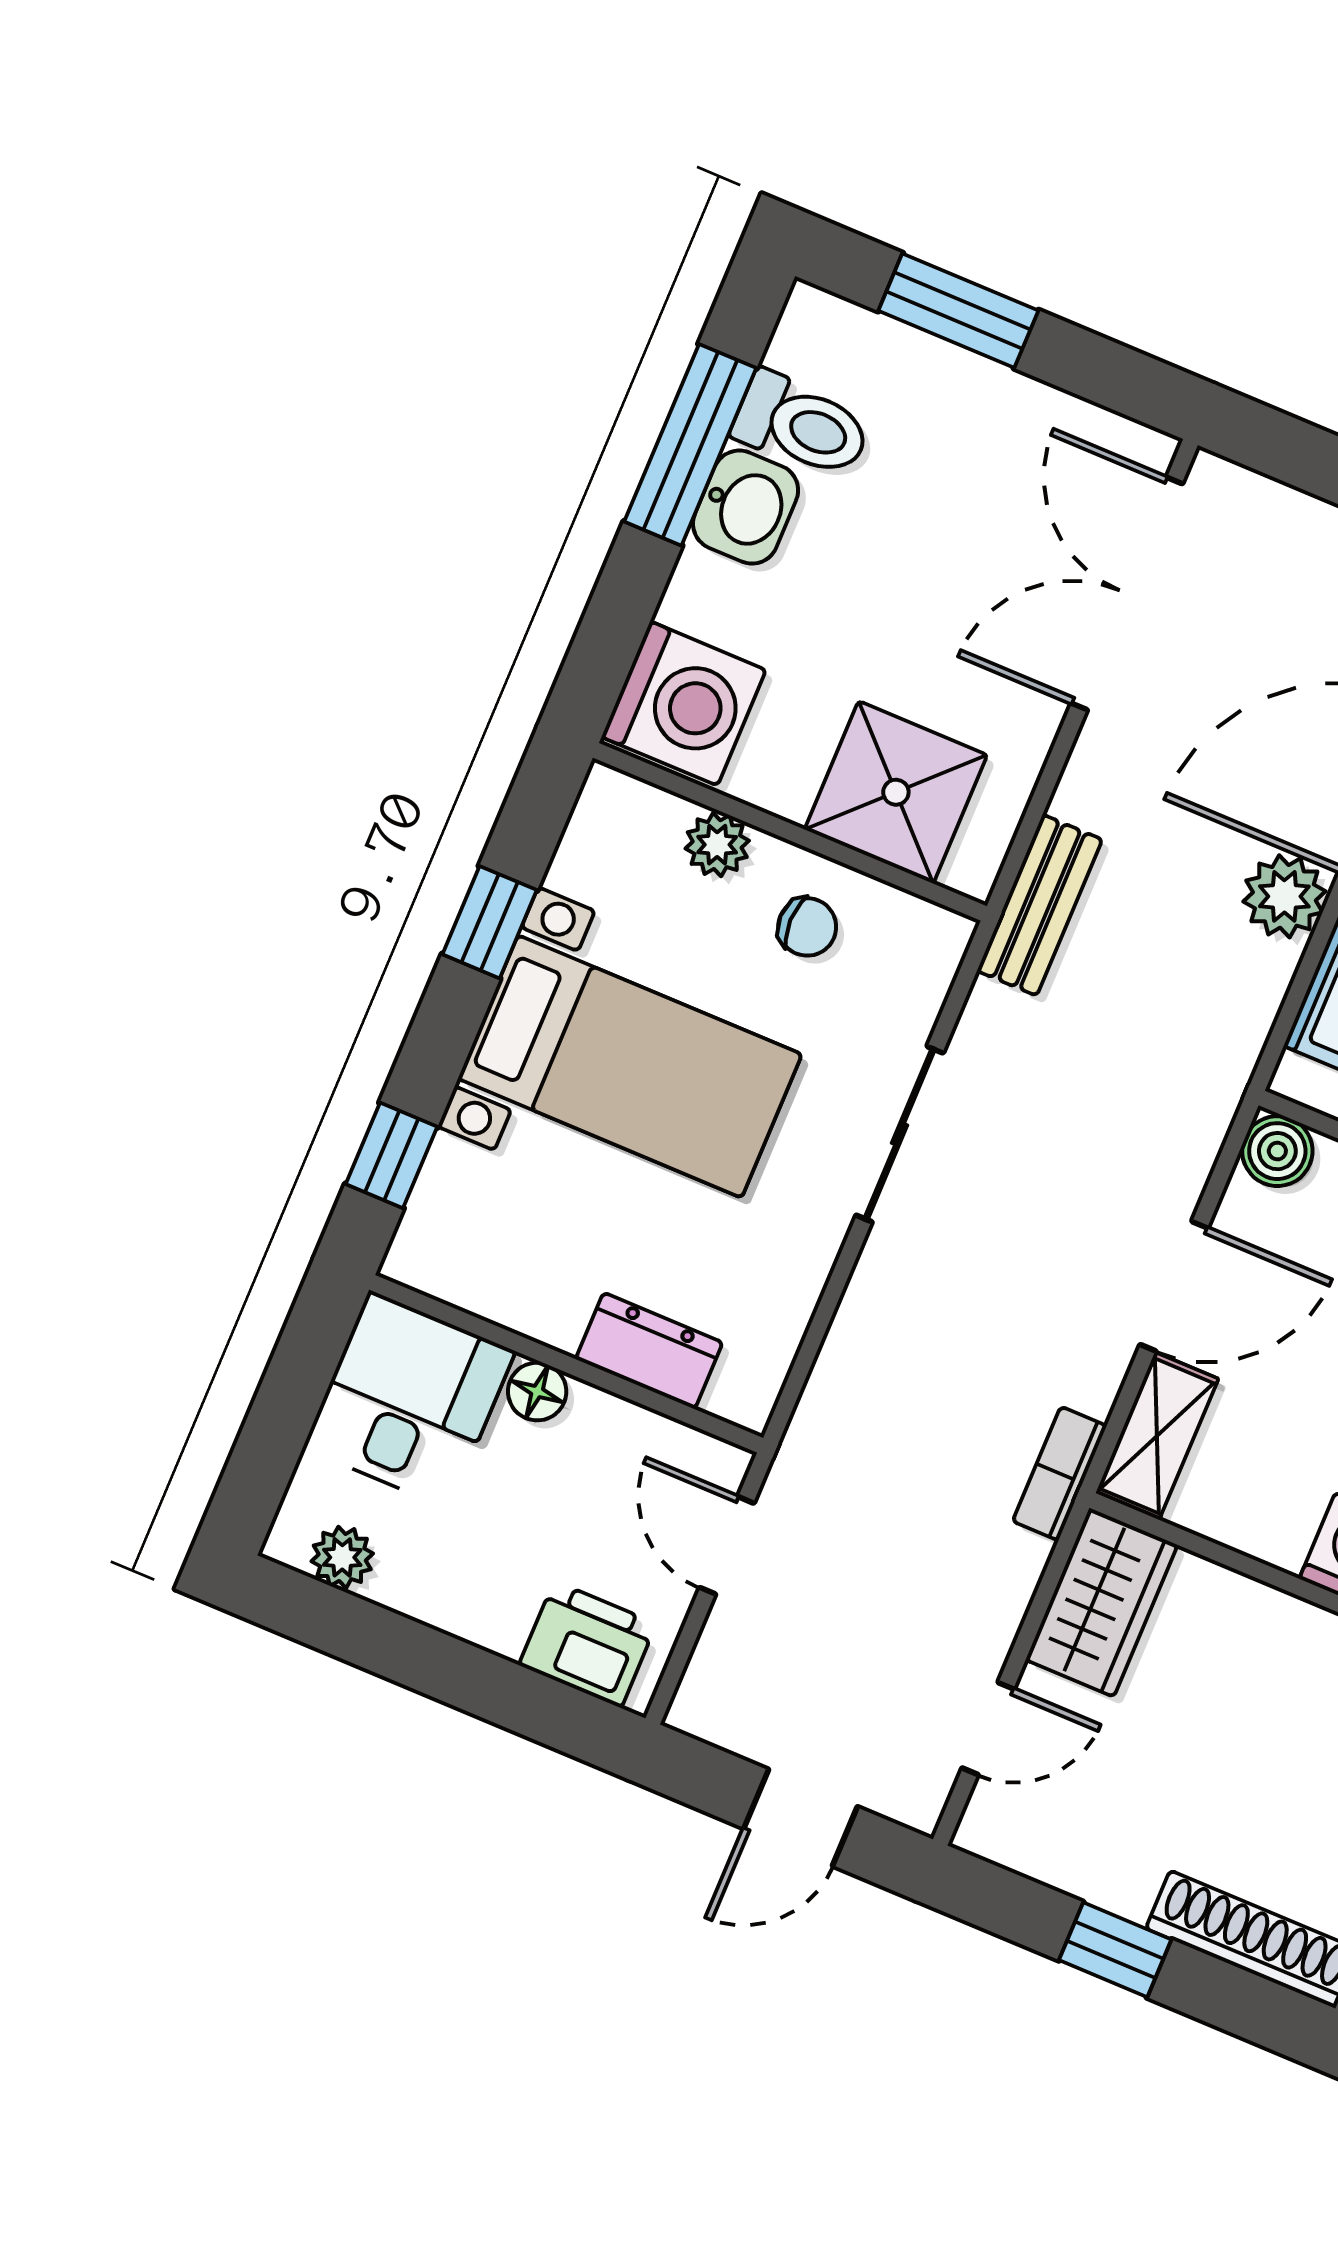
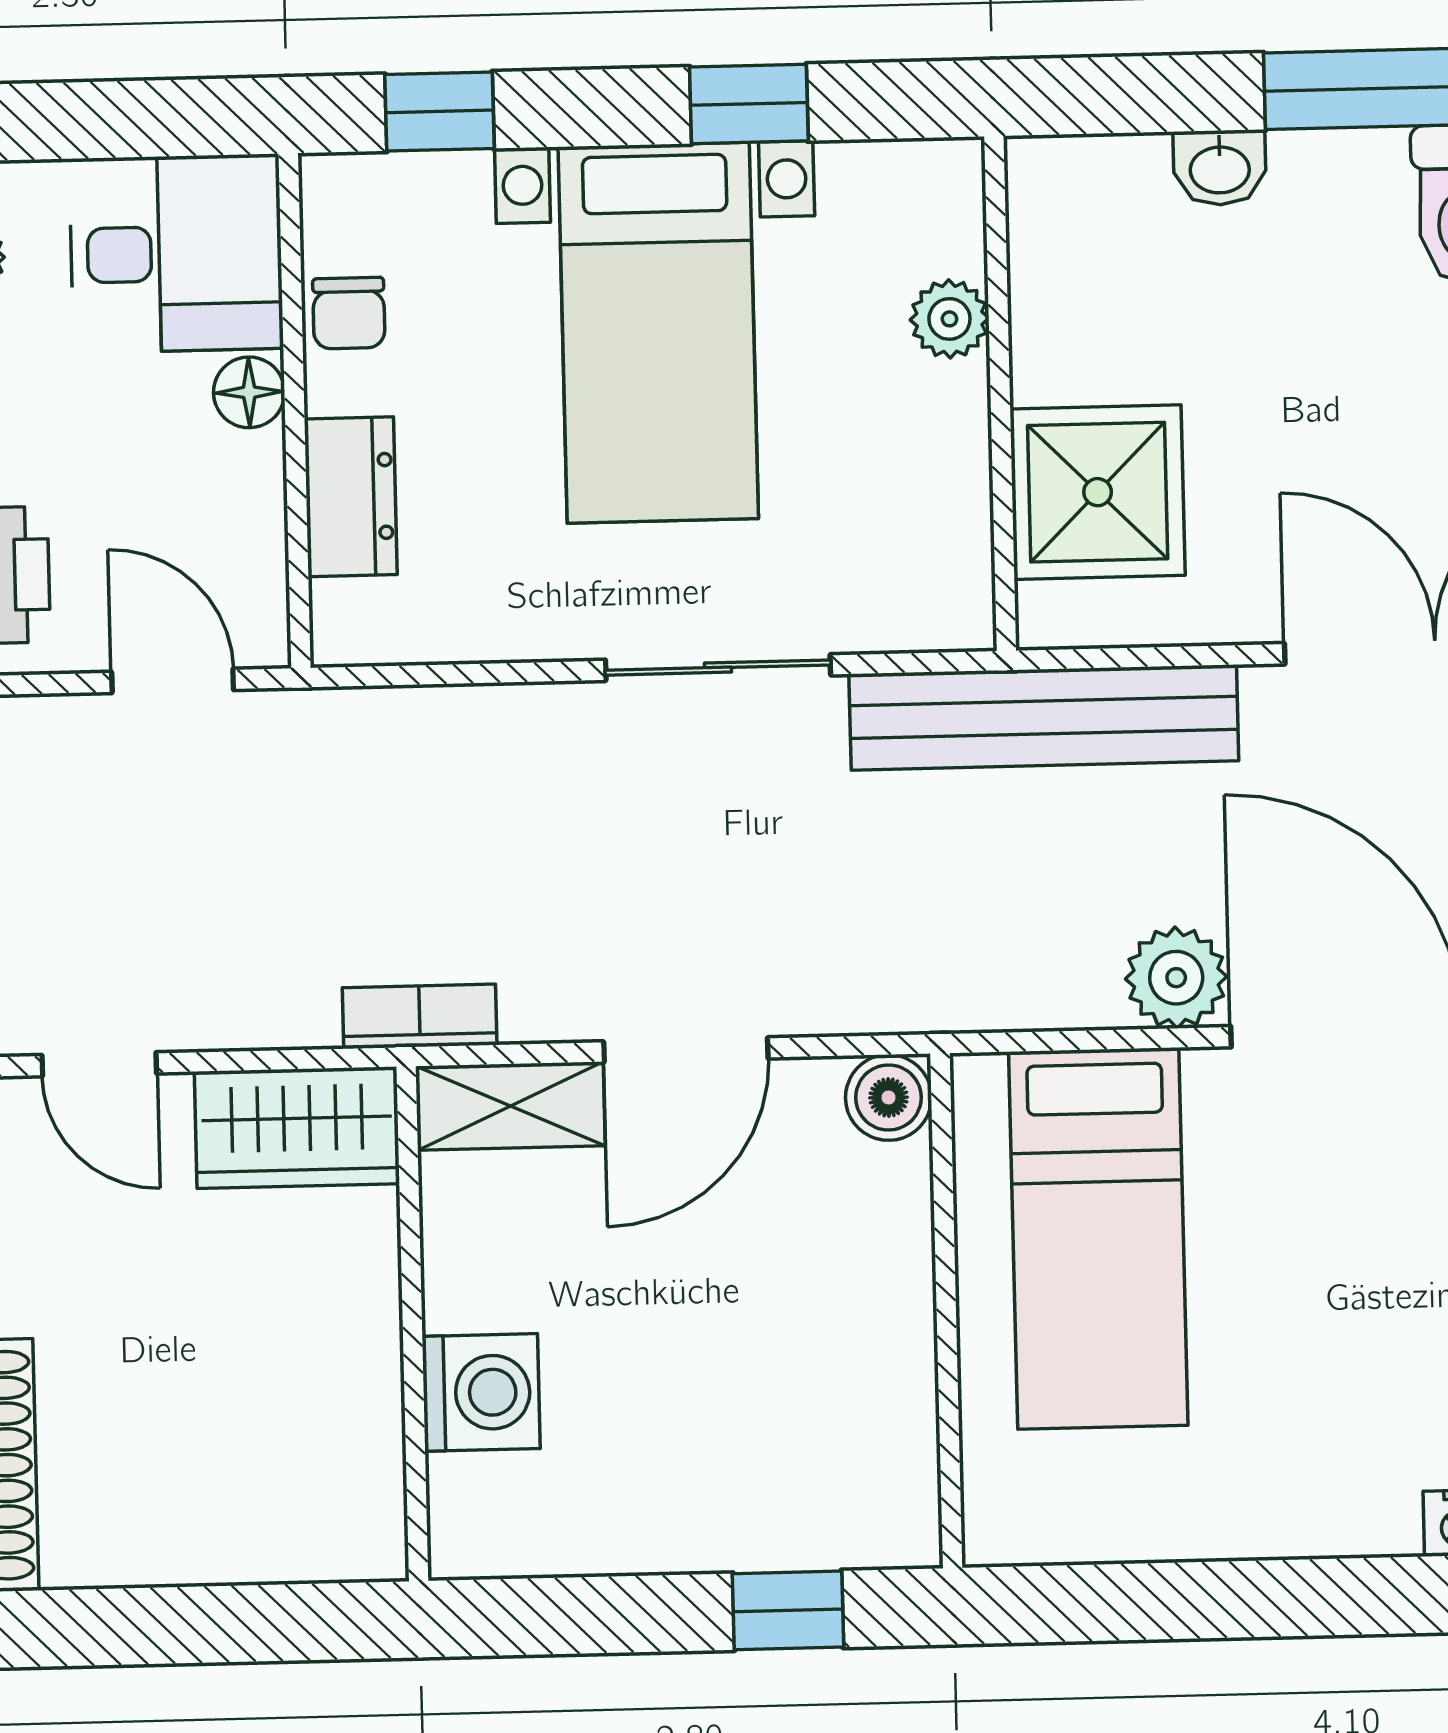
washbasin: (746, 507) -> (1220, 168), moved, width x0.72, depth x0.69
washing machine: (684, 703) -> (1090, 211), removed
bench: (1040, 905) -> (1044, 717), width x1.86, depth x1.21
chair: (807, 927) -> (349, 313), moved
door: (1174, 1286) -> (686, 1050), hinge flipped
door: (727, 1545) -> (173, 681), hinge flipped

